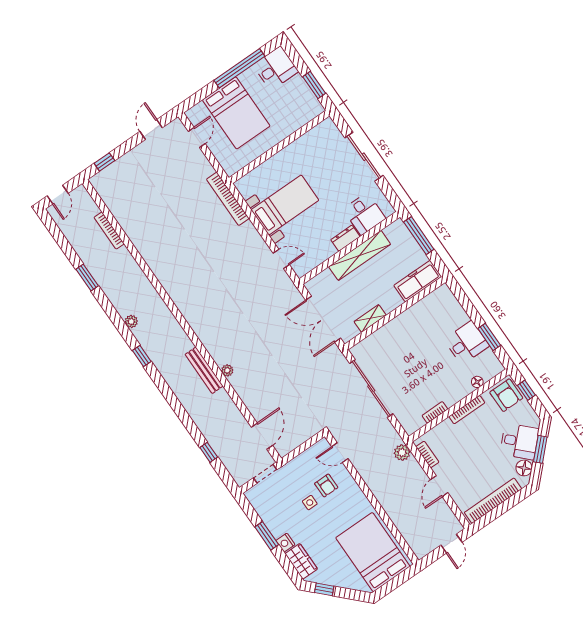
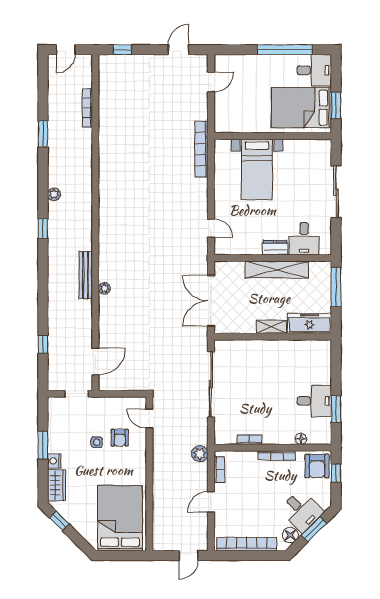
bed: (236, 113) -> (301, 108), moved, turned 90
bed with nightstands: (285, 205) -> (257, 170), moved, turned 90
shelving: (370, 318) -> (271, 327), moved

